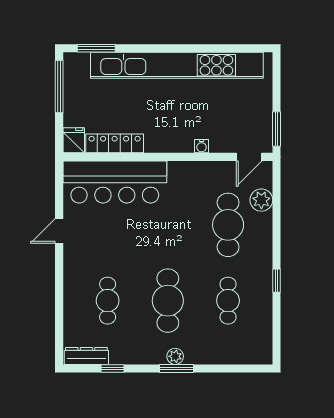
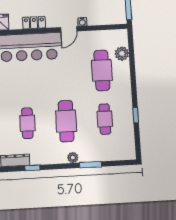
locker: (115, 143) -> (34, 23), width x0.66
door: (249, 157) -> (69, 29), moved
window: (277, 281) -> (136, 115), moved
window: (177, 369) -> (91, 165), moved

